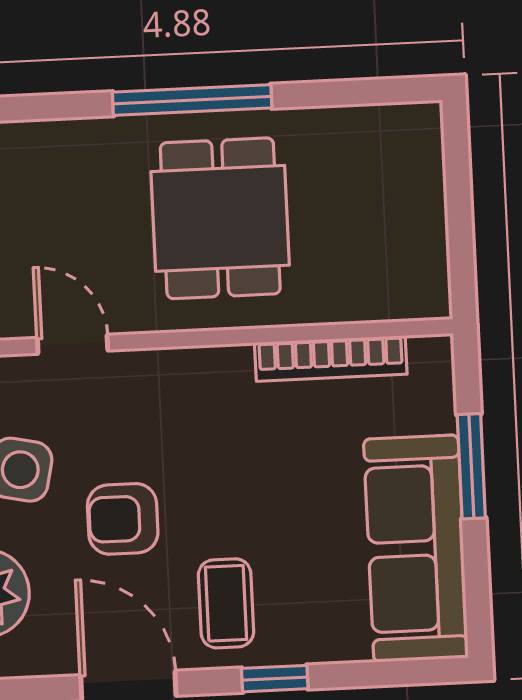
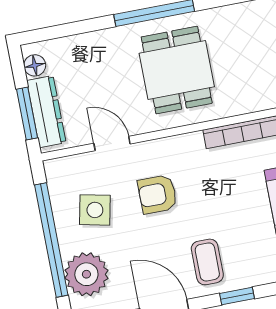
armchair: (123, 519) -> (157, 194), moved

